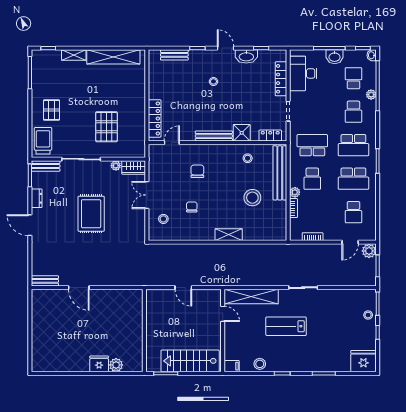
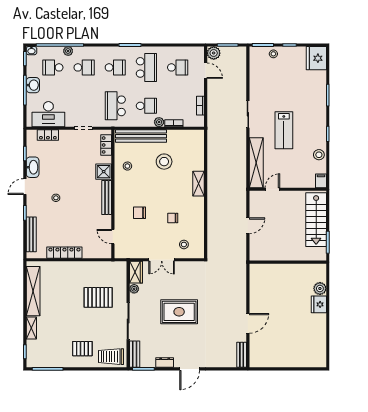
bench: (174, 55) -> (31, 234), width x1.36
locker: (281, 79) -> (48, 135), width x0.66
locker: (155, 118) -> (64, 253), moved
school desk: (353, 145) -> (115, 67), width x0.54

